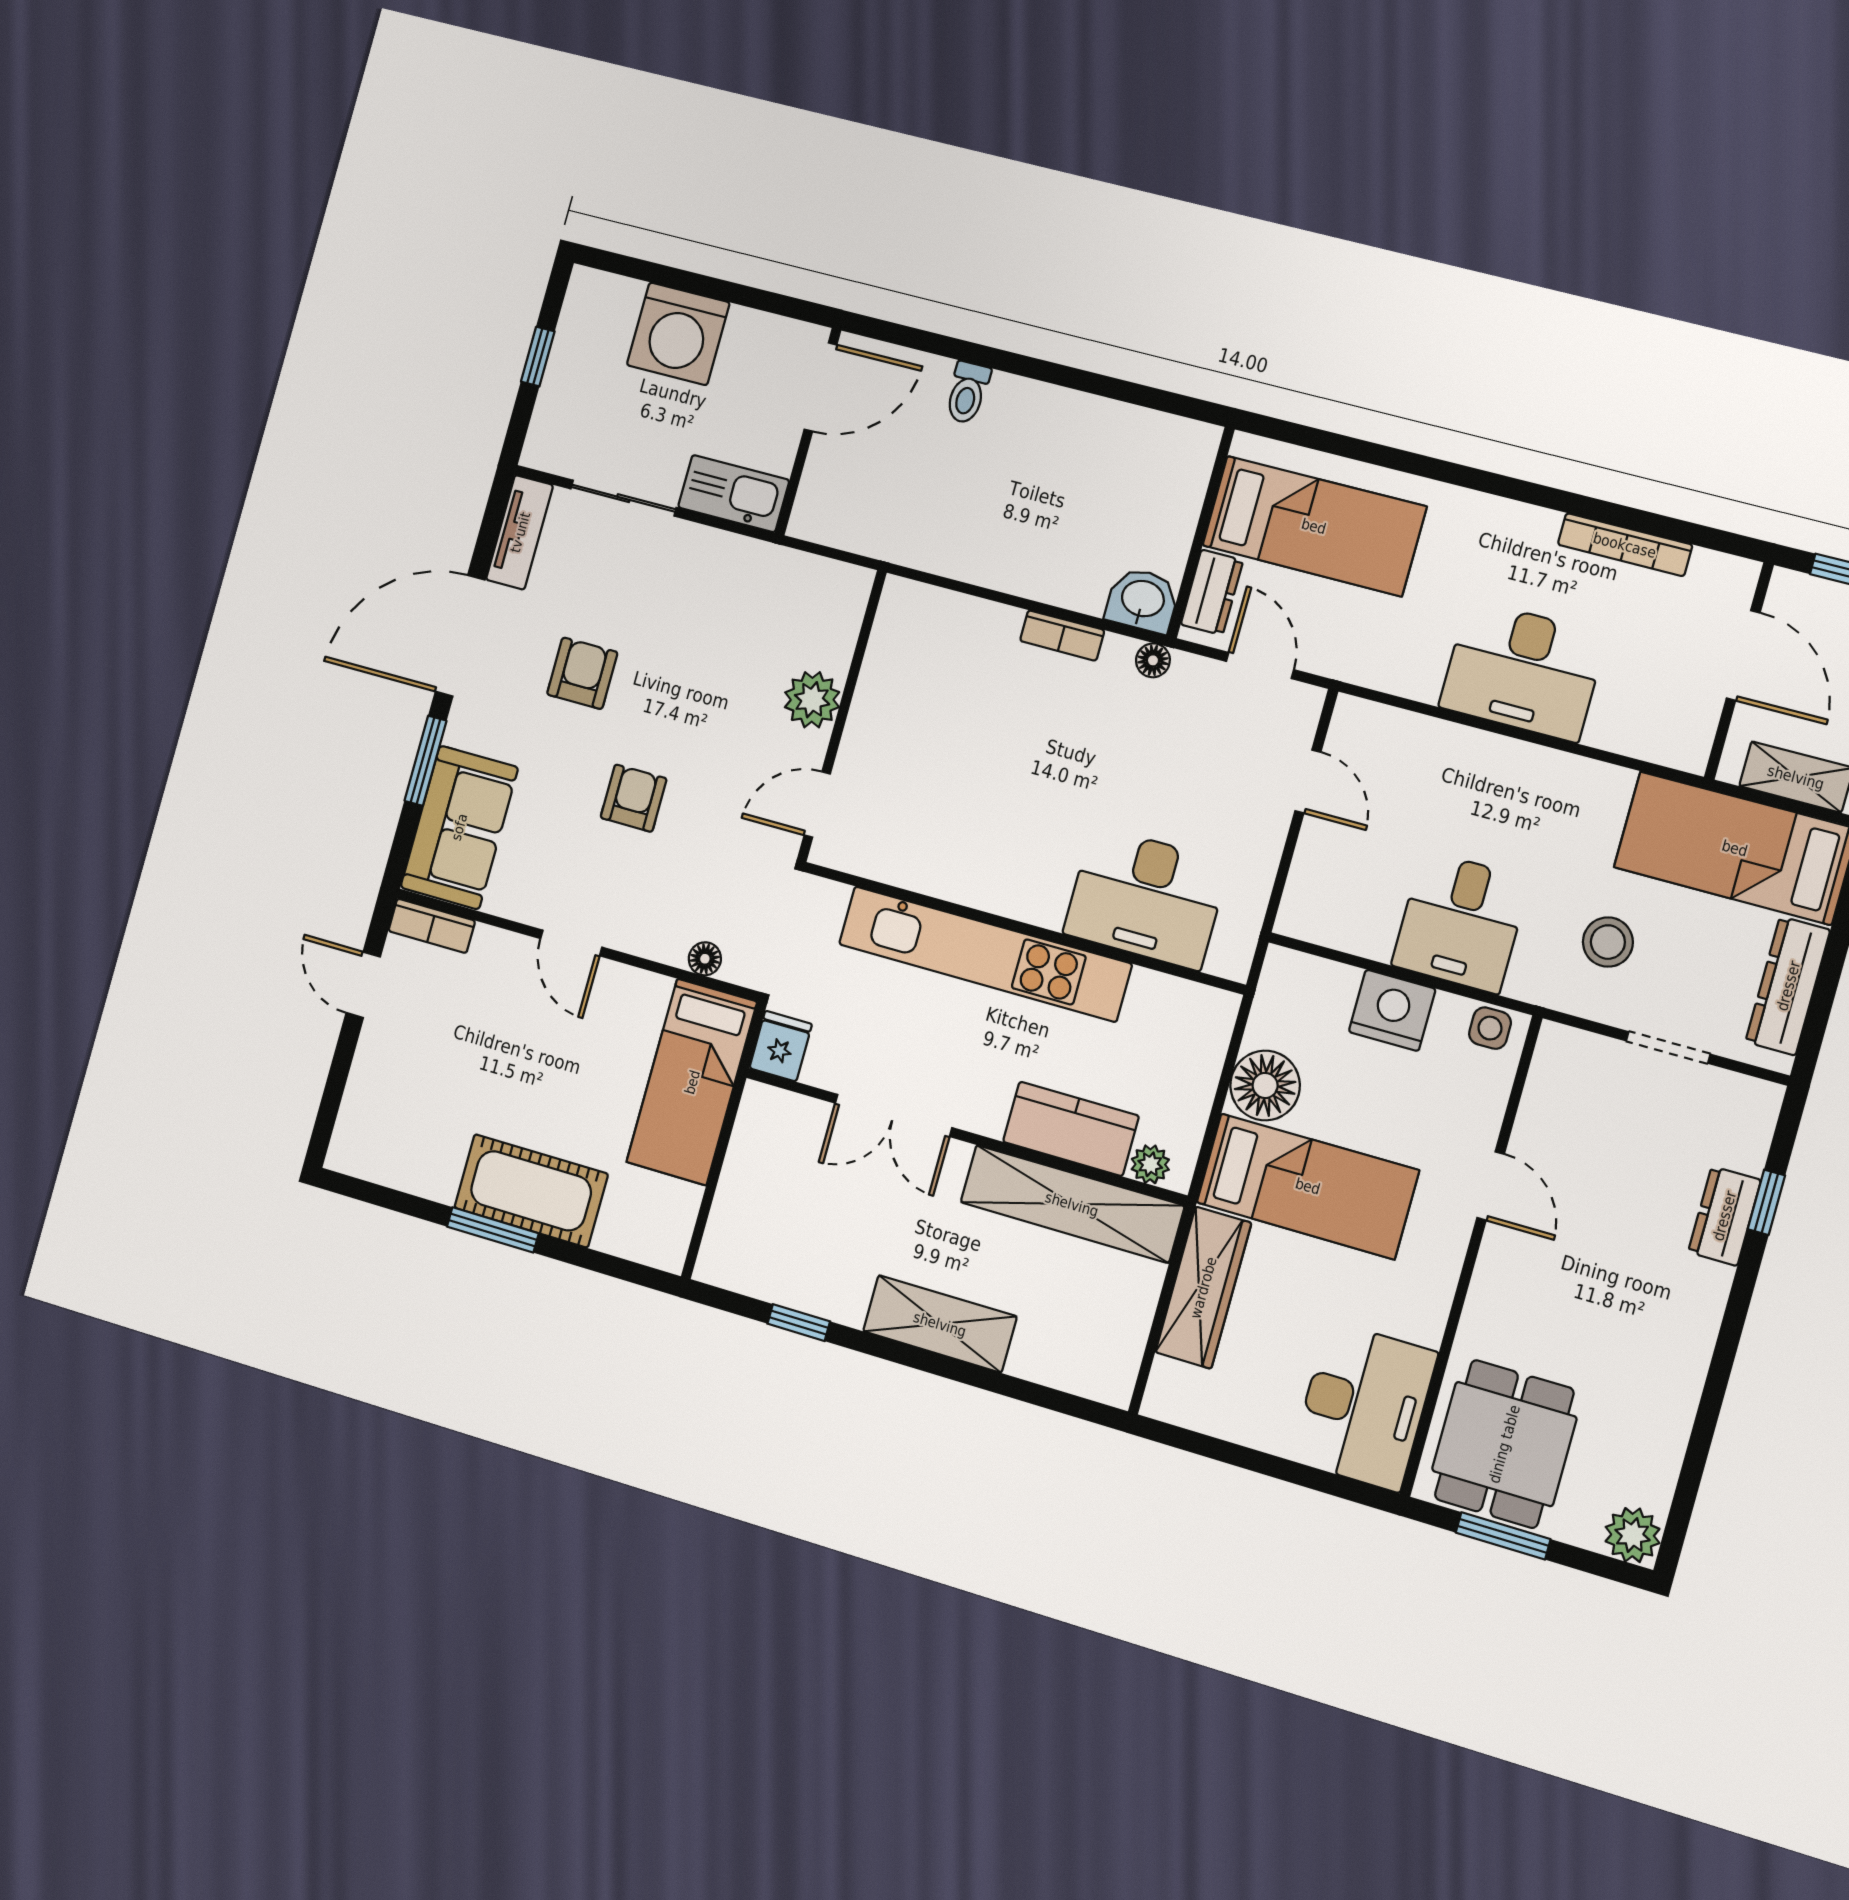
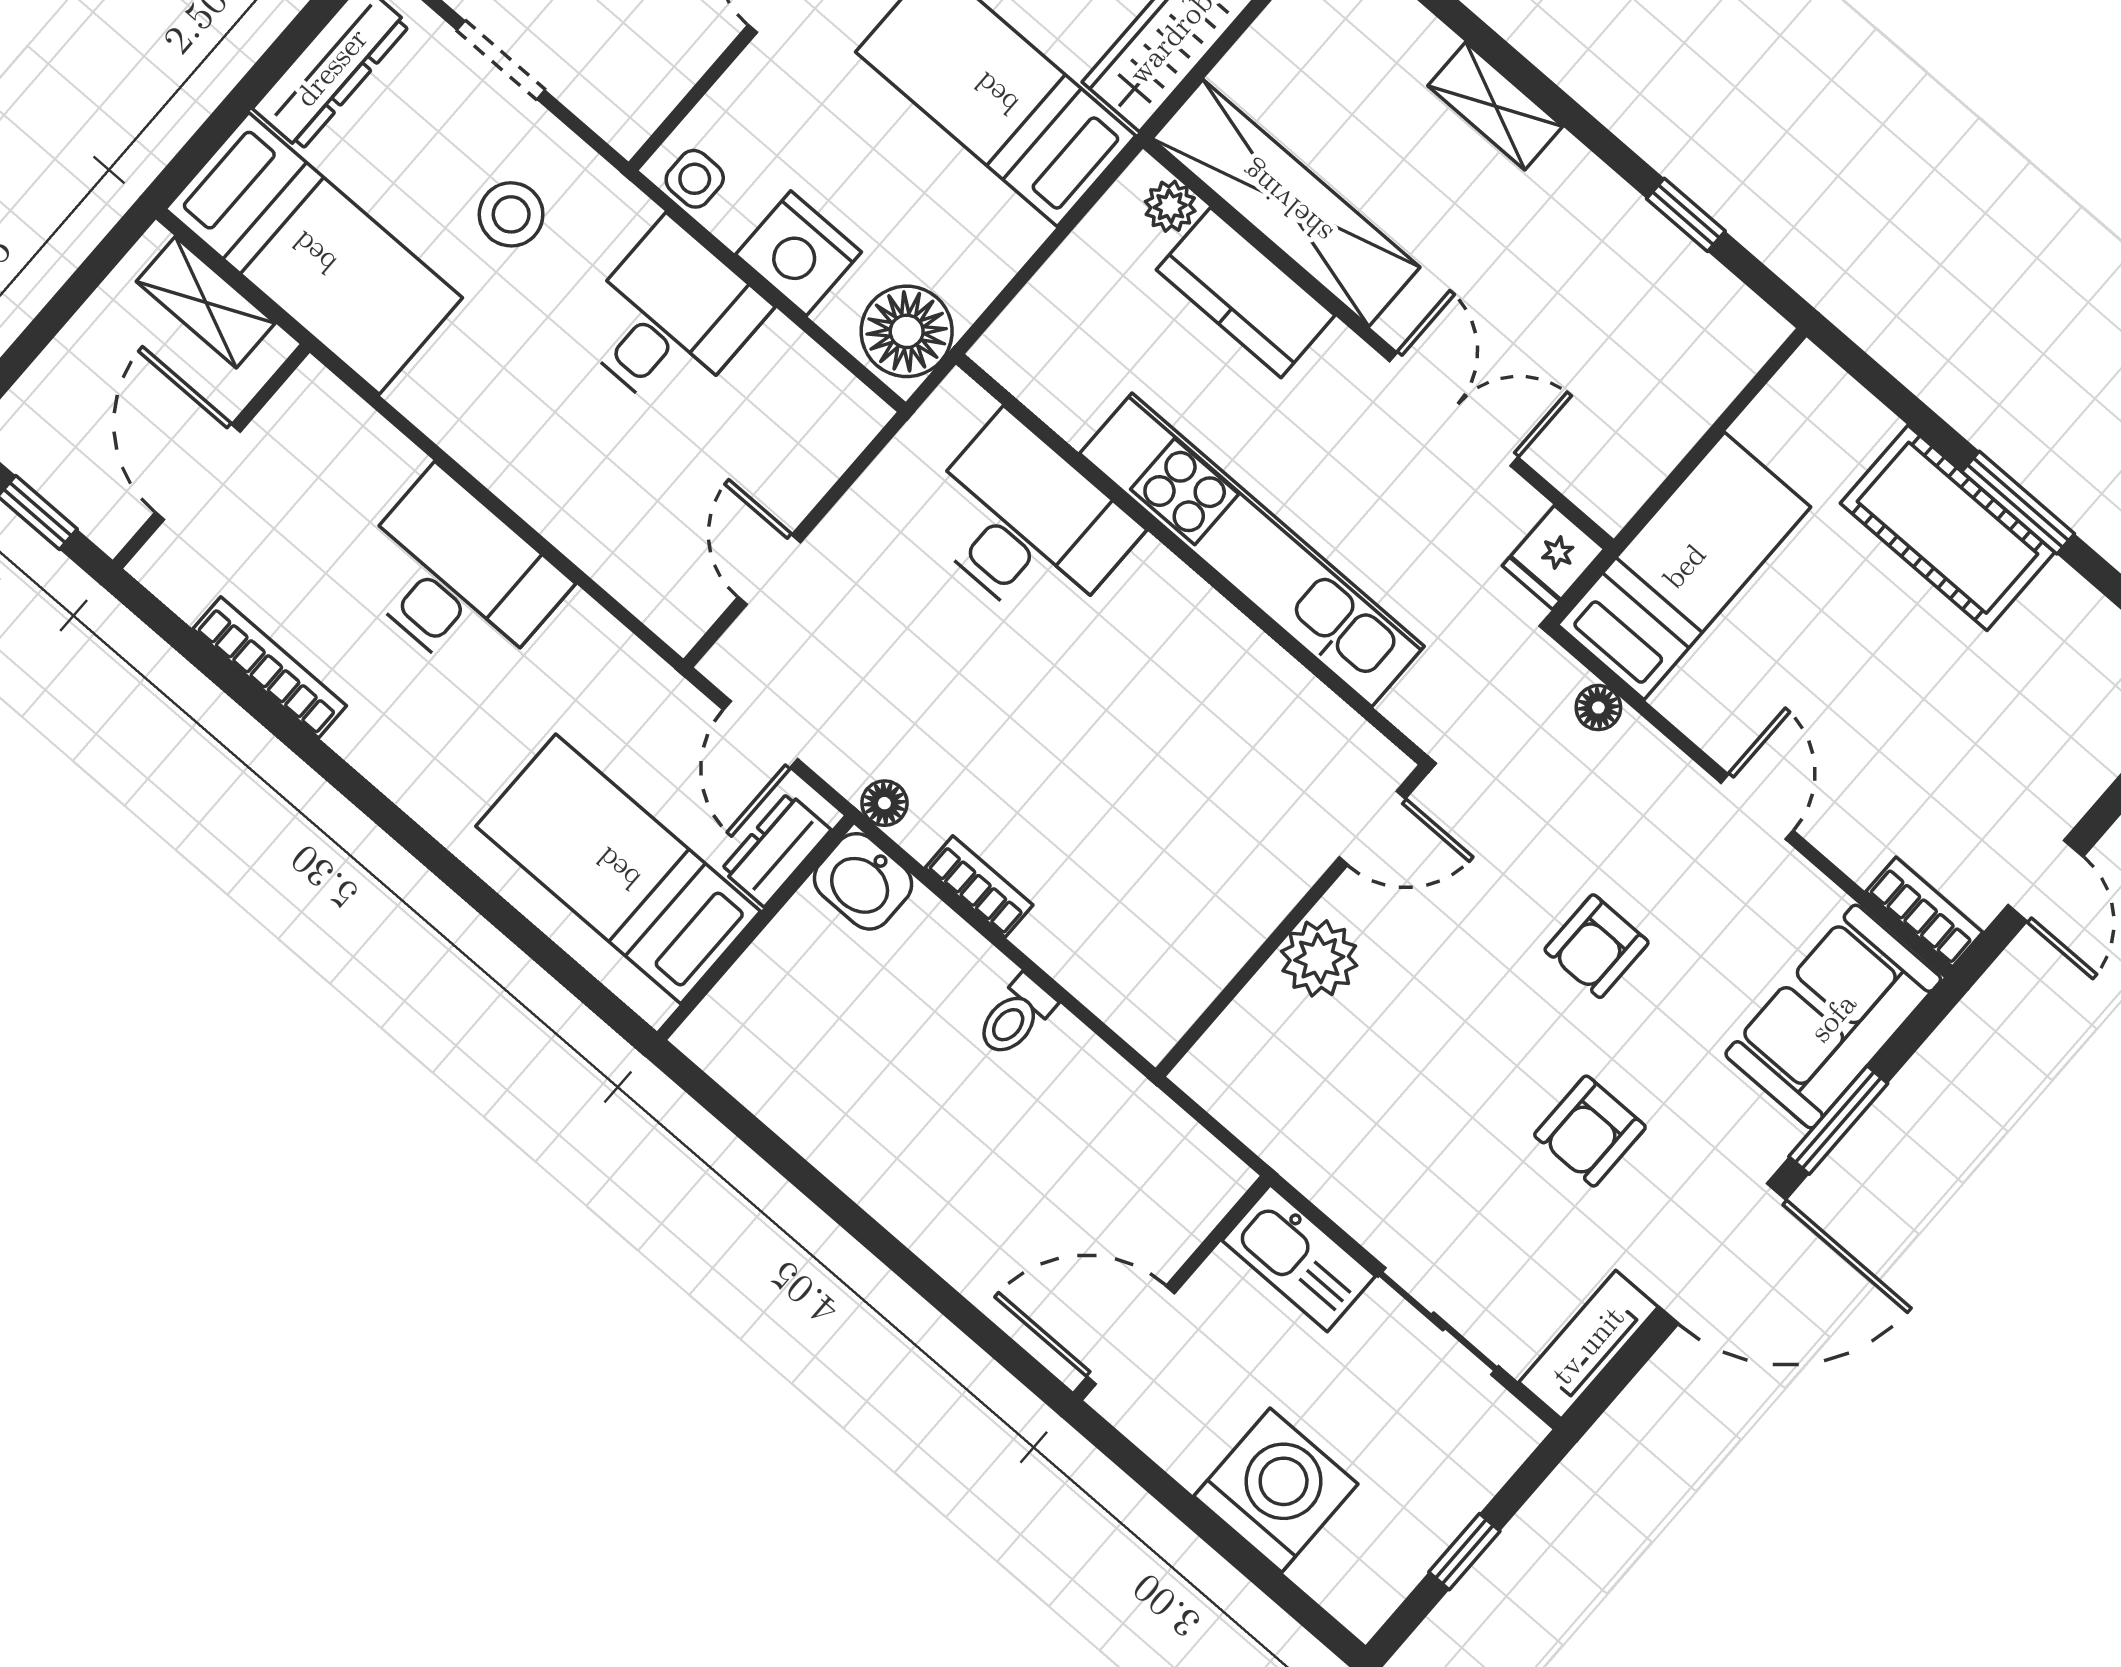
toilet: (967, 393) -> (1015, 1016), moved, turned 180
floor lamp: (1265, 1085) -> (907, 331), moved
shelving: (940, 1324) -> (1495, 106), width x0.67, depth x0.75

